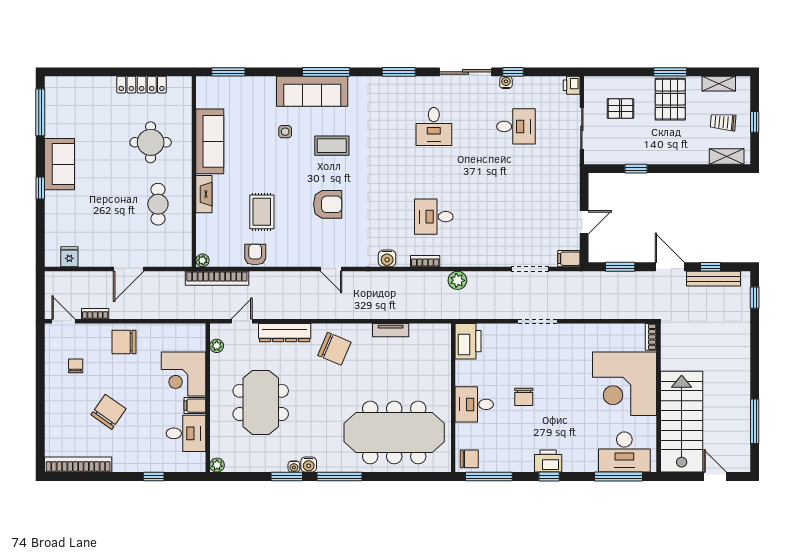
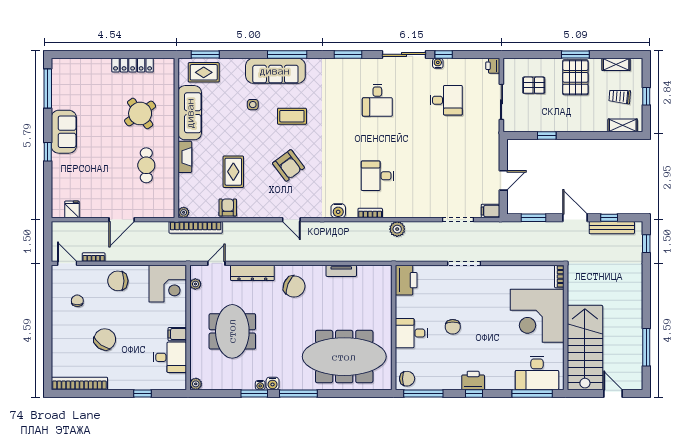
rug: (227, 93) -> (204, 72), added
round table: (151, 142) -> (140, 113), turned -36
armchair: (328, 204) -> (288, 165), turned 53
corner desk: (184, 374) -> (168, 284), moved, turned -90

